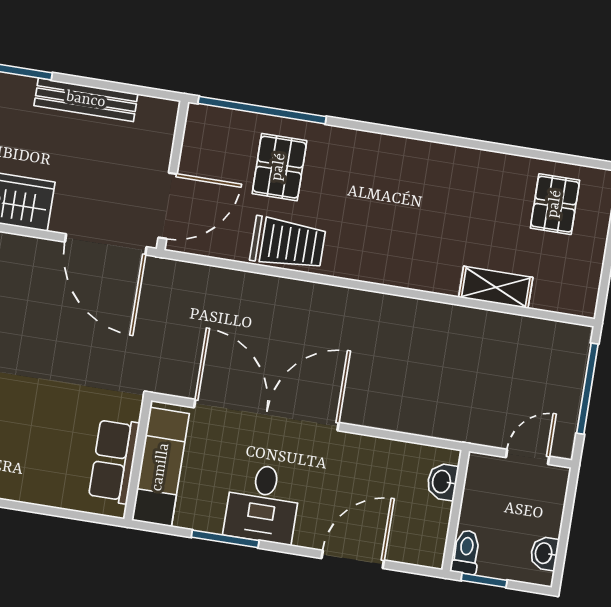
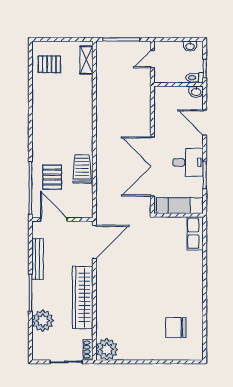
pallet: (279, 167) -> (52, 177), turned 90
door: (168, 206) -> (54, 220), moved
shelving: (496, 287) -> (86, 60), moved
door: (528, 457) -> (152, 59), hinge flipped
row of seats: (114, 461) -> (195, 233), moved, turned 90
washbasin: (442, 482) -> (196, 92), moved

